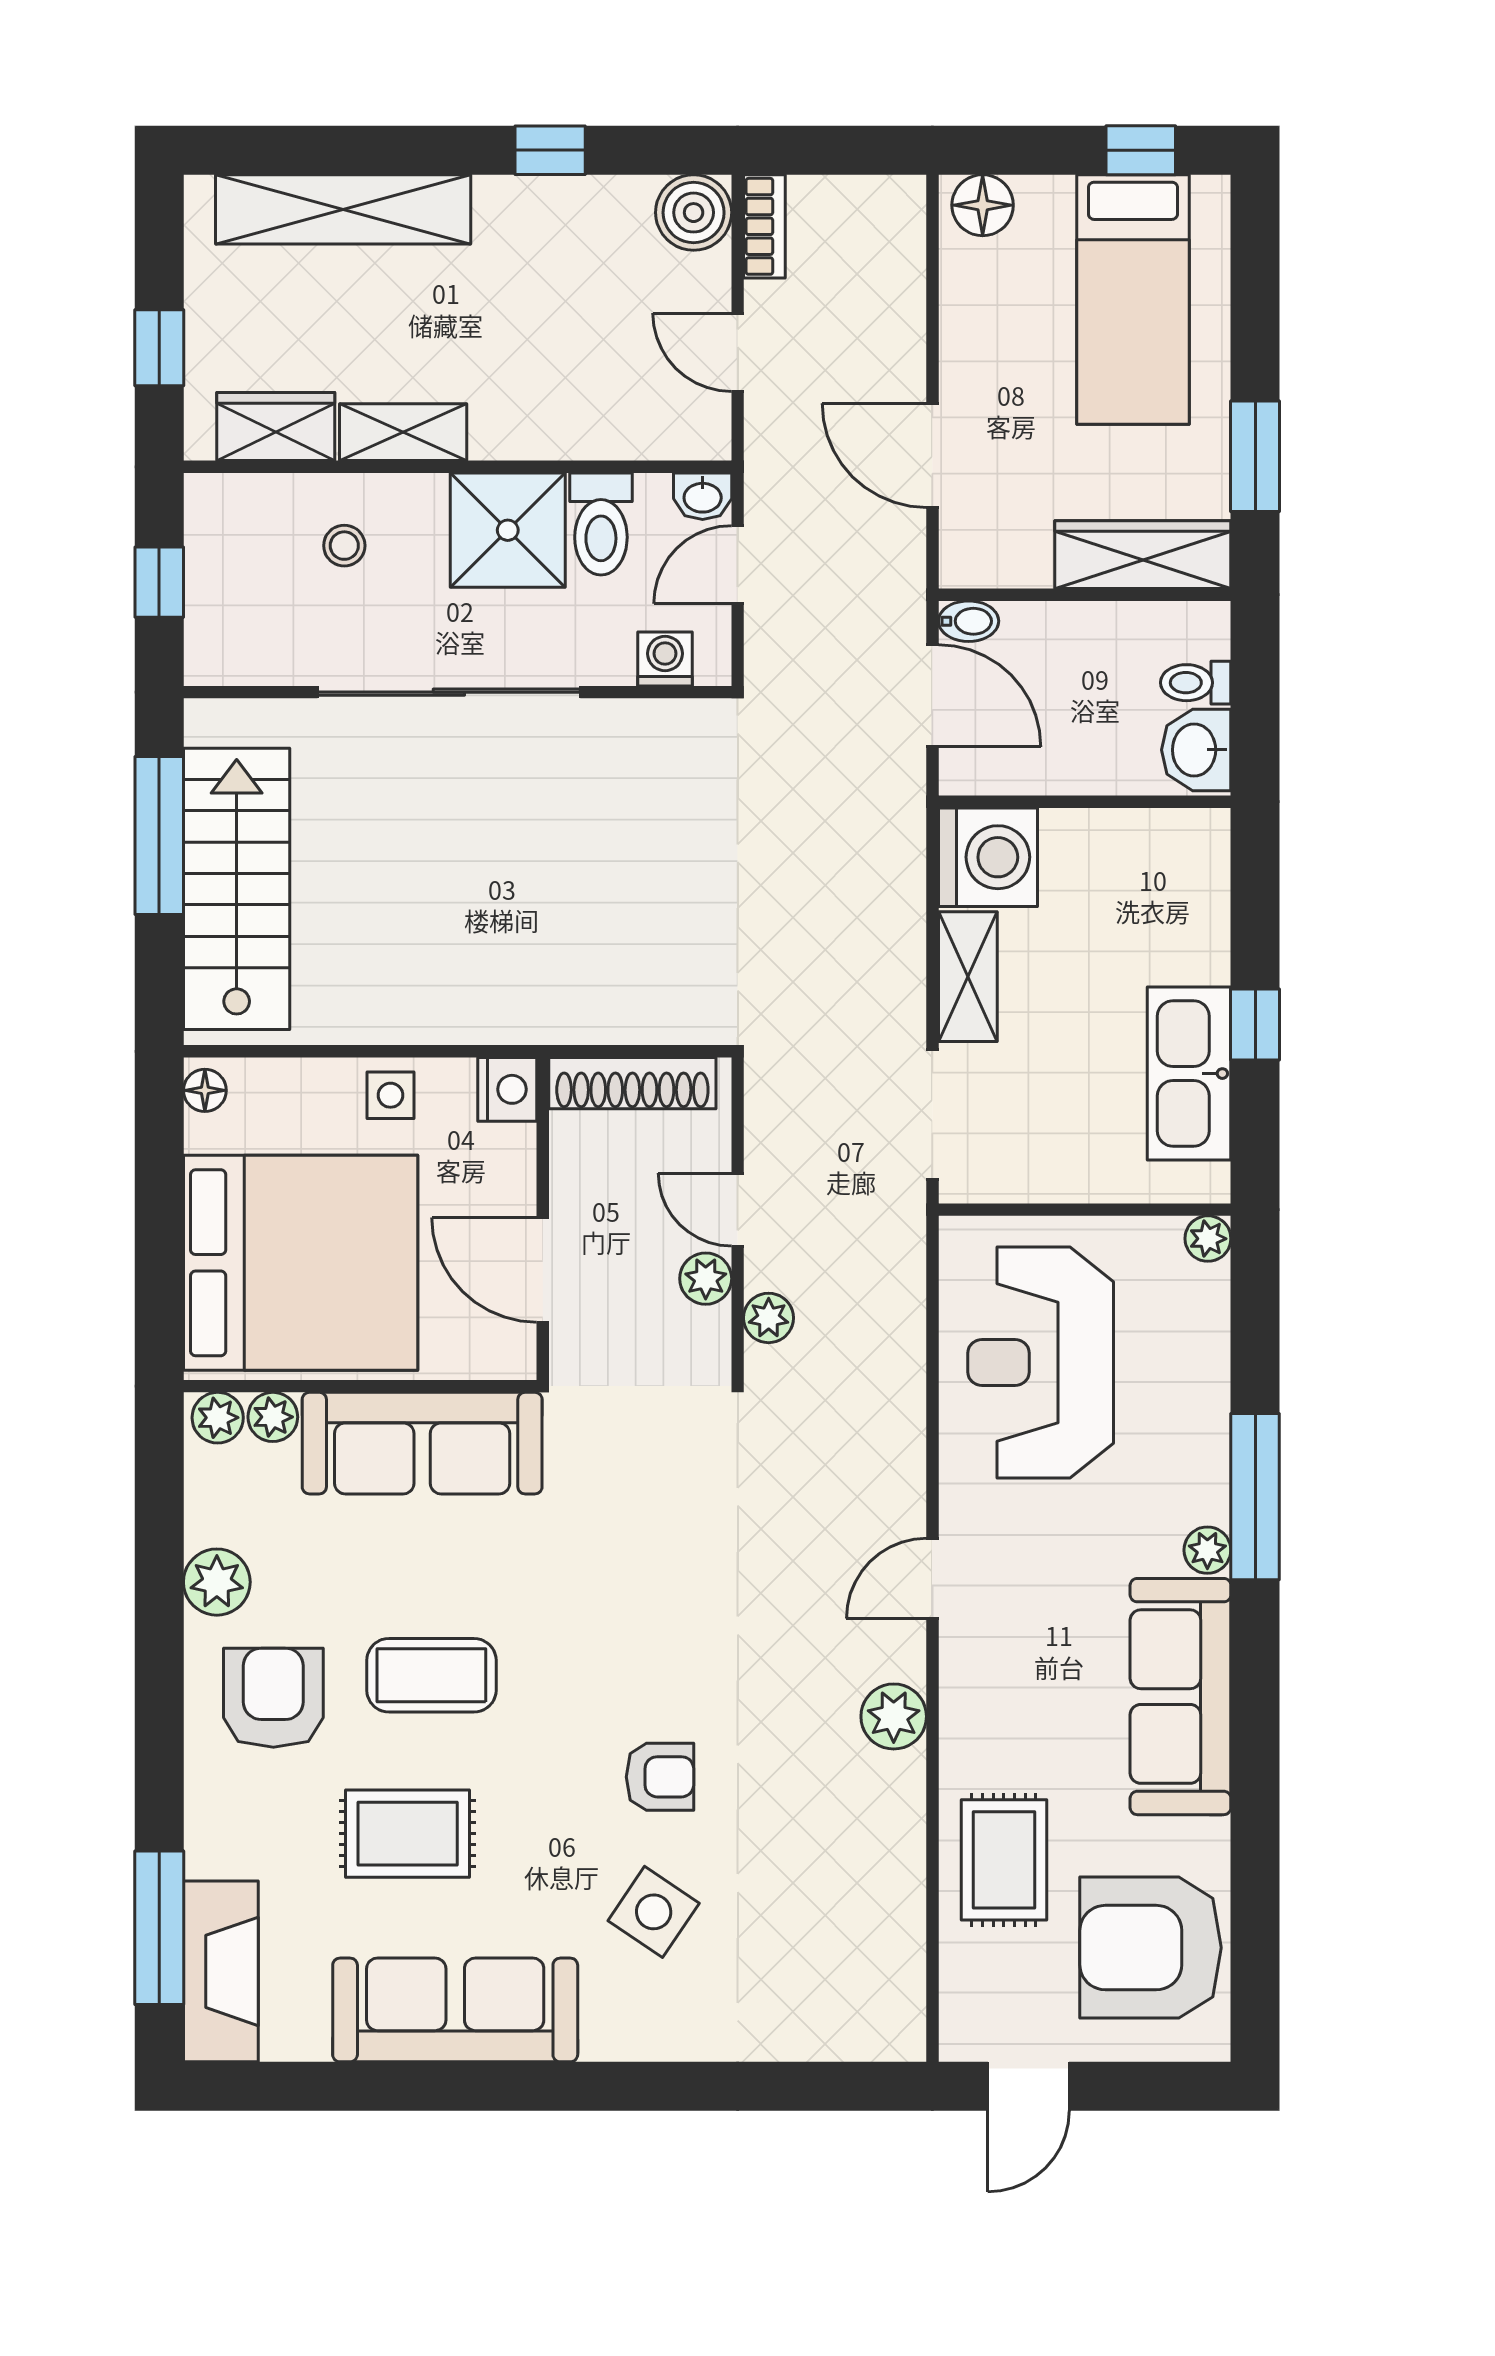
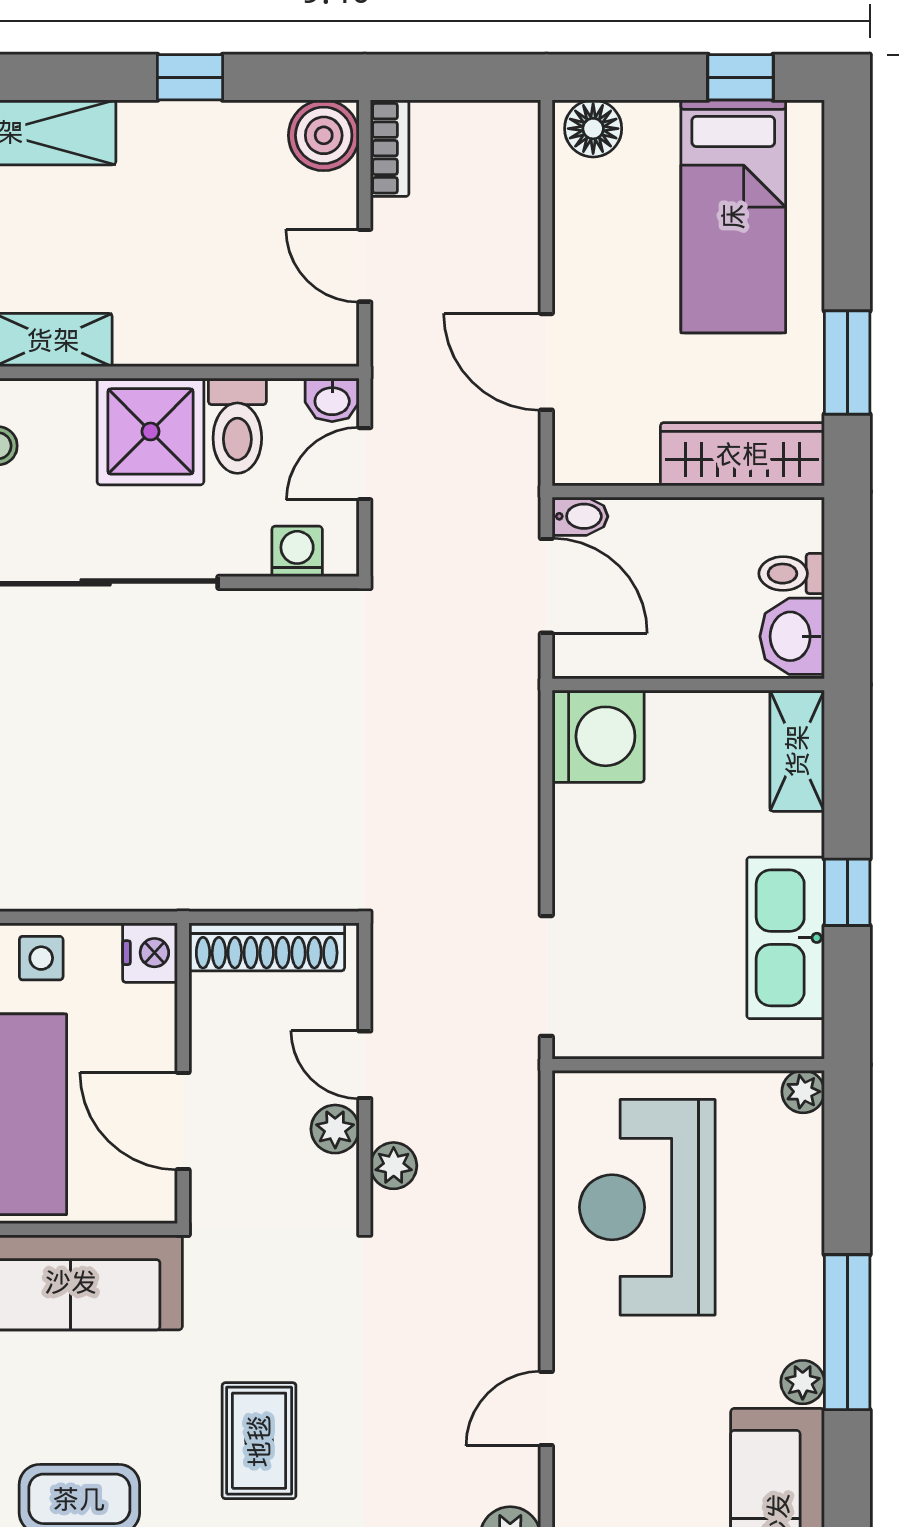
shelving: (968, 977) -> (797, 751), moved
rug: (624, 1613) -> (259, 1441), added

